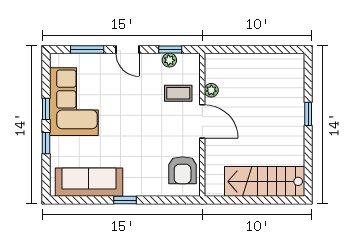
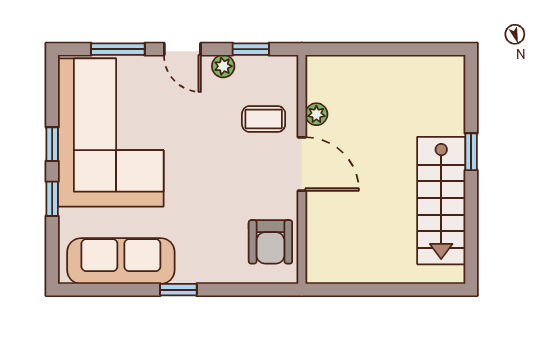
plant: (169, 60) -> (223, 66), moved
corner sofa: (74, 102) -> (111, 132), width x1.36, depth x1.36
stairs: (265, 181) -> (441, 201), moved, turned -90

